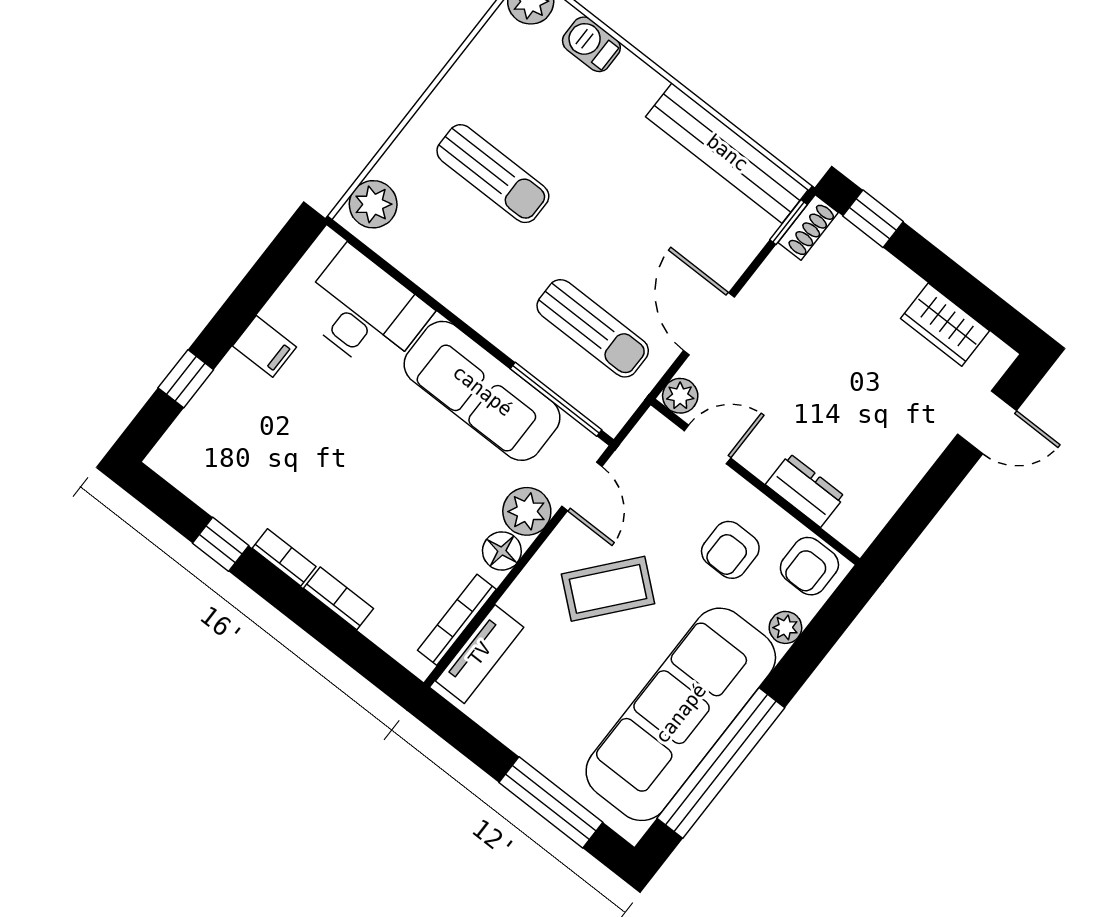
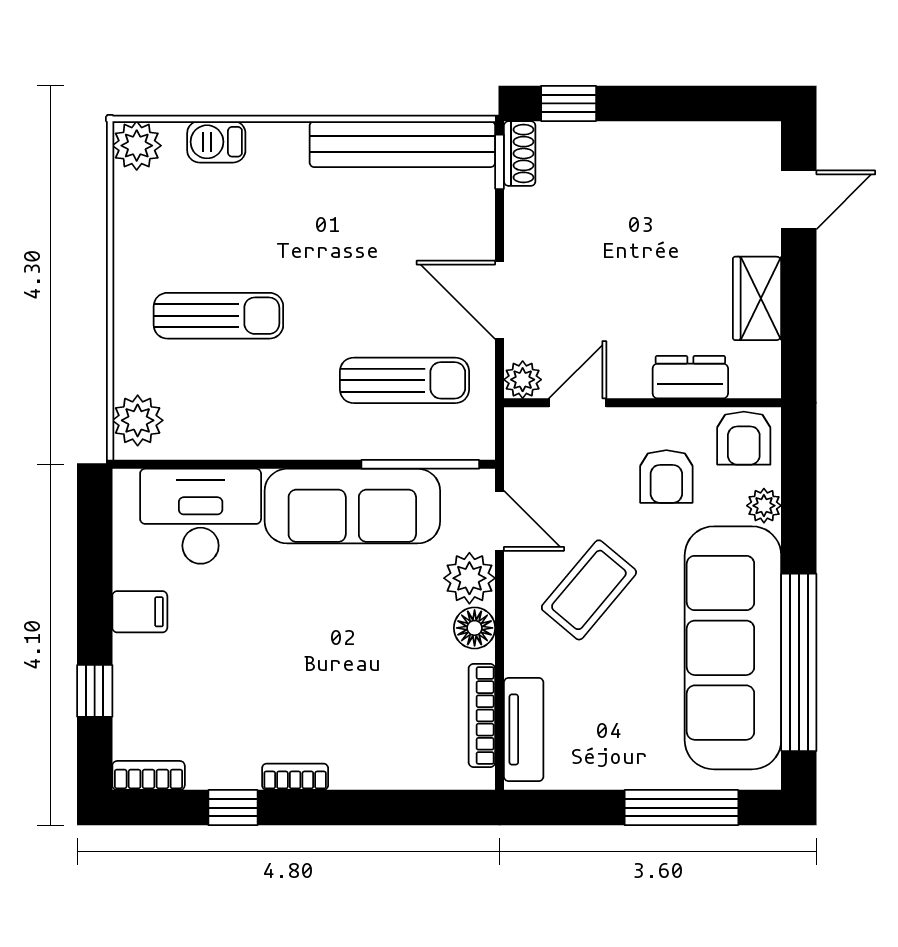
wardrobe: (945, 325) -> (757, 298), moved, turned 90
bookcase: (338, 598) -> (149, 775), moved

